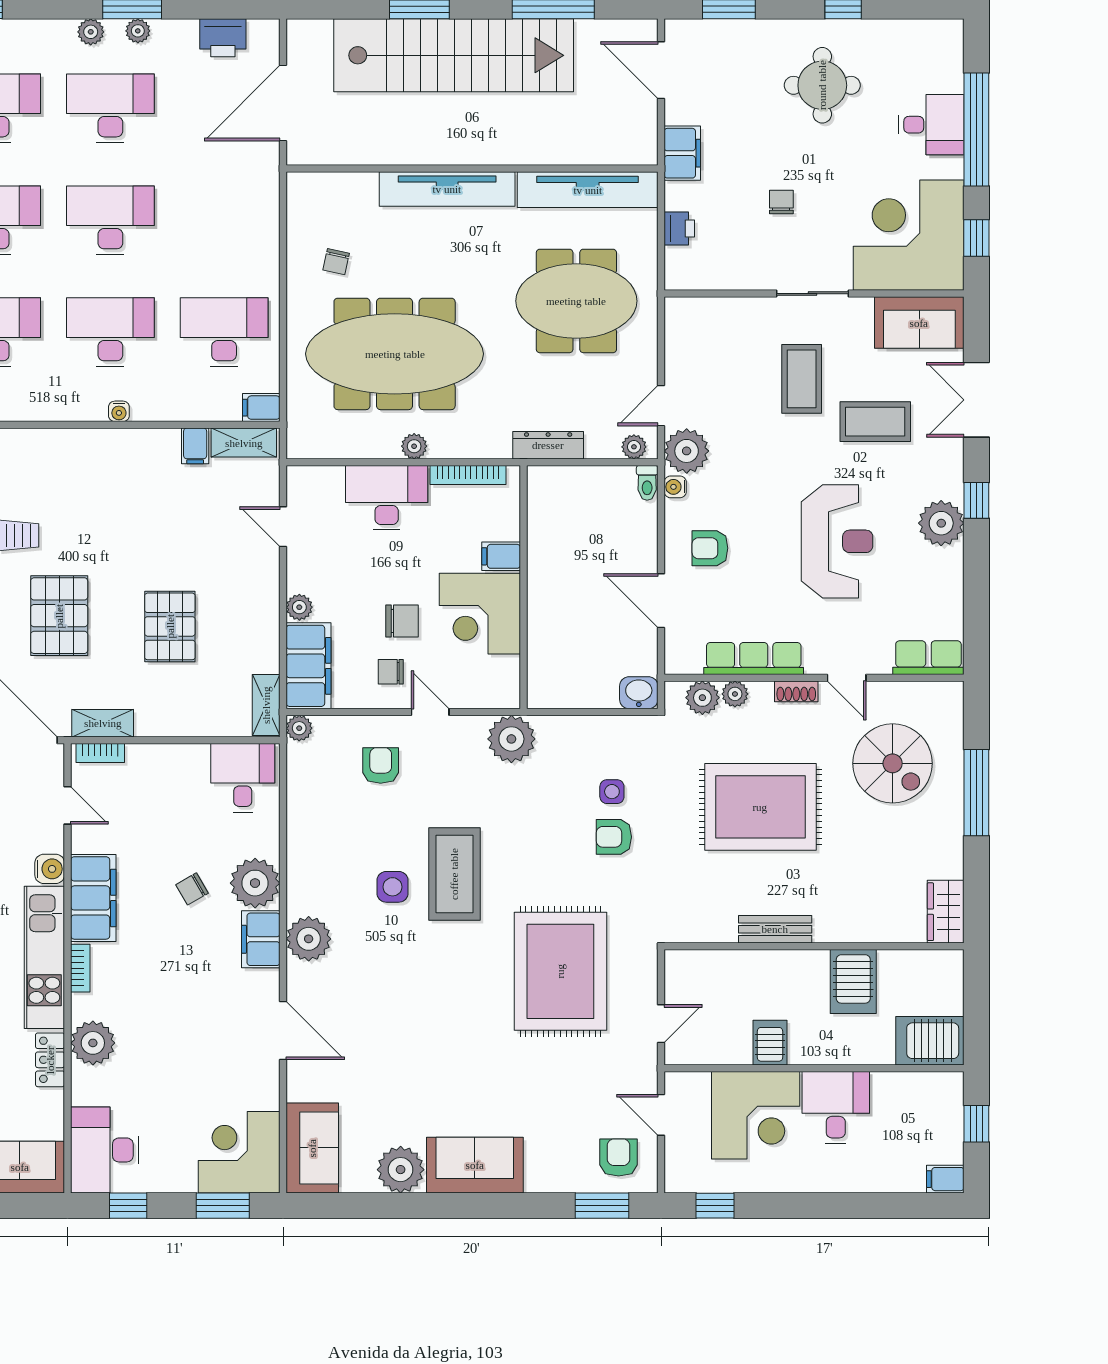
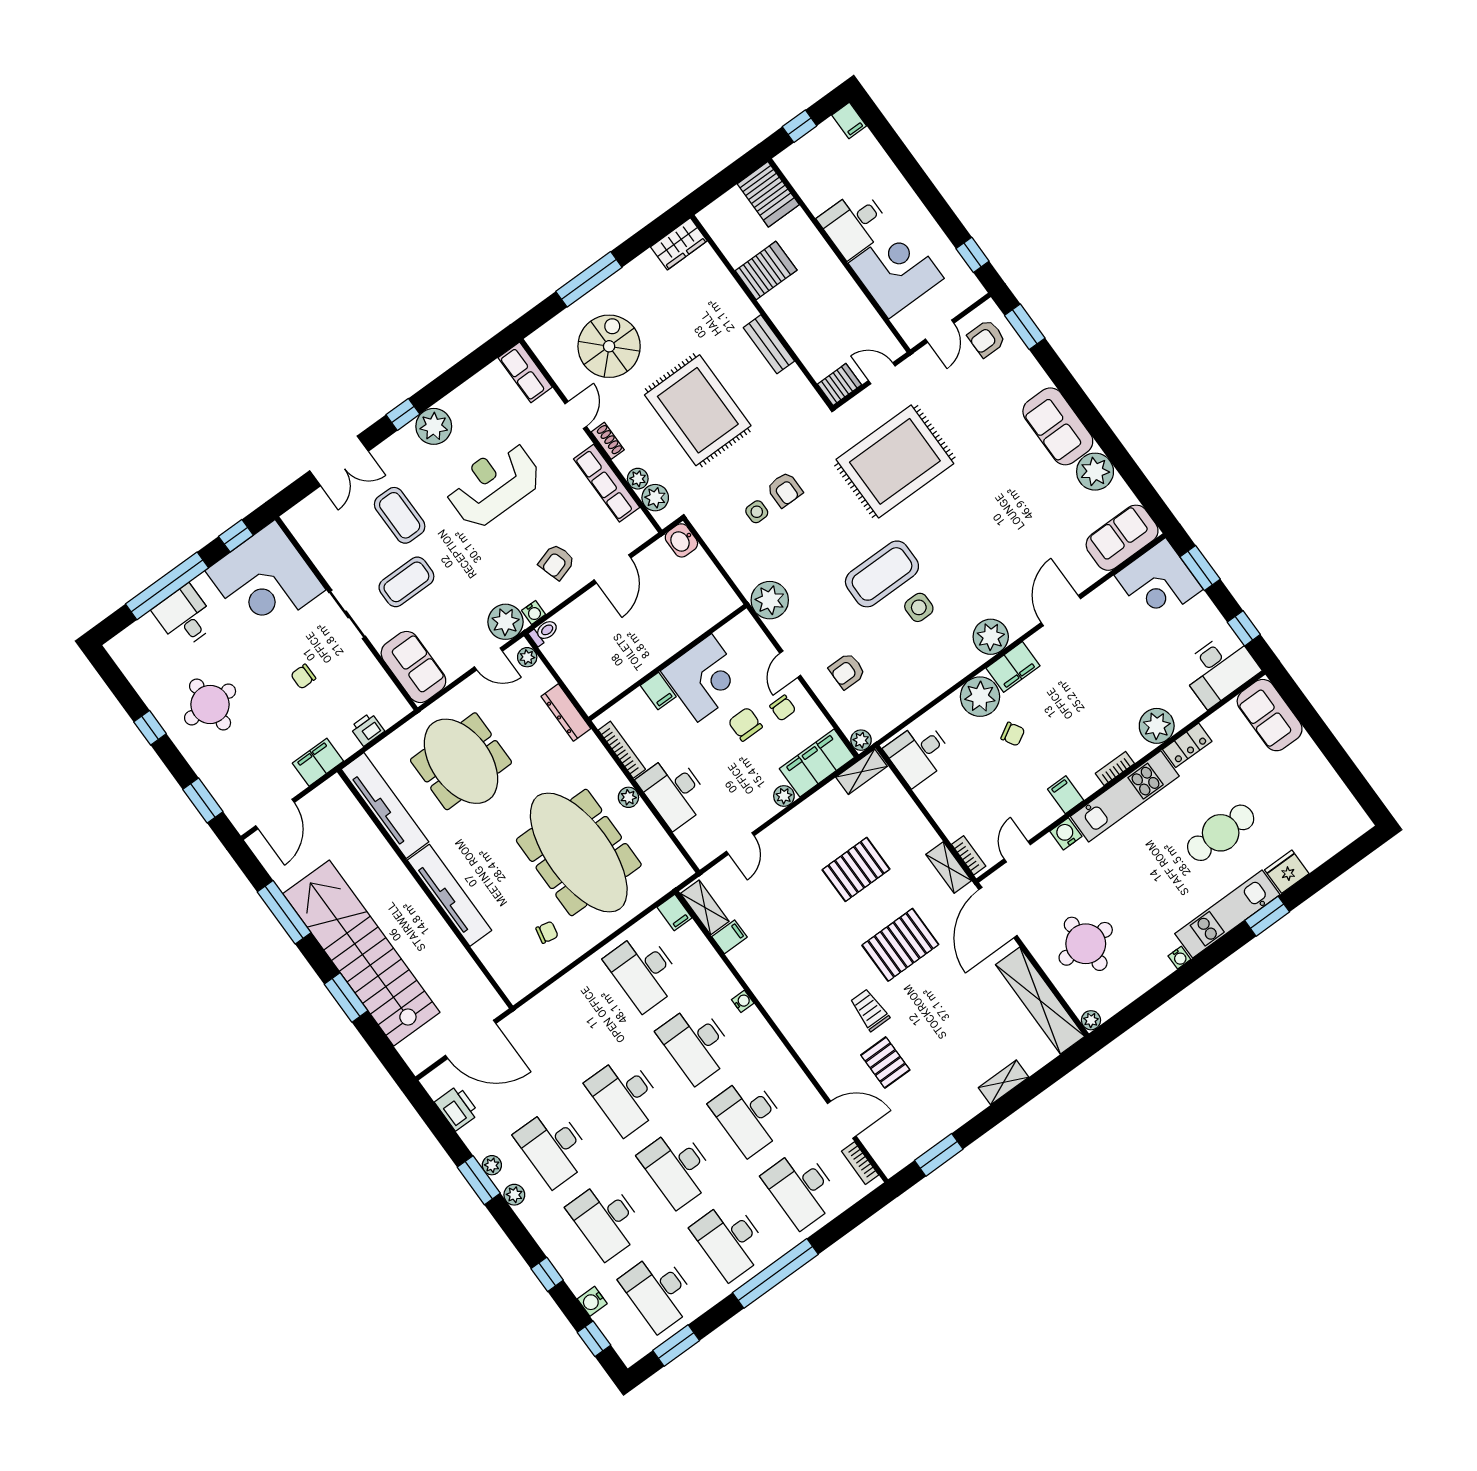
sofa: (919, 323) -> (413, 667), moved
armchair: (710, 548) -> (557, 562), turned 73
filing cabinet: (93, 898) -> (1066, 795), width x0.33, depth x0.86
server rack: (770, 1043) -> (840, 384), moved, turned 180

